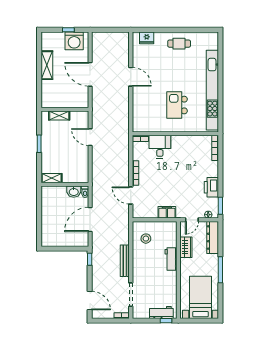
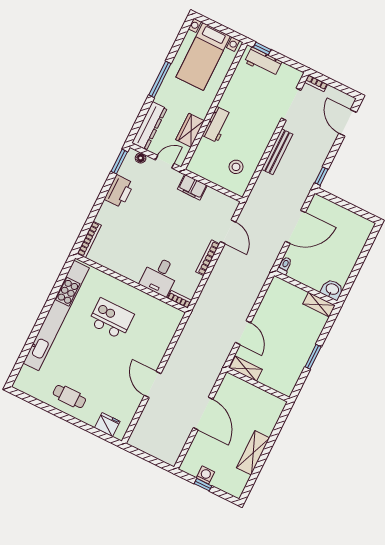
washing machine: (74, 41) -> (205, 475), width x0.53, depth x0.53
kitchen island: (177, 105) -> (111, 319), turned -90
shelving: (59, 116) -> (246, 369), moved
washbasin: (74, 192) -> (332, 289), moved

